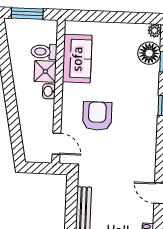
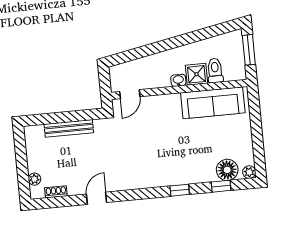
sofa: (77, 59) -> (213, 103), width x1.36
armchair: (97, 116) -> (161, 129), removed

